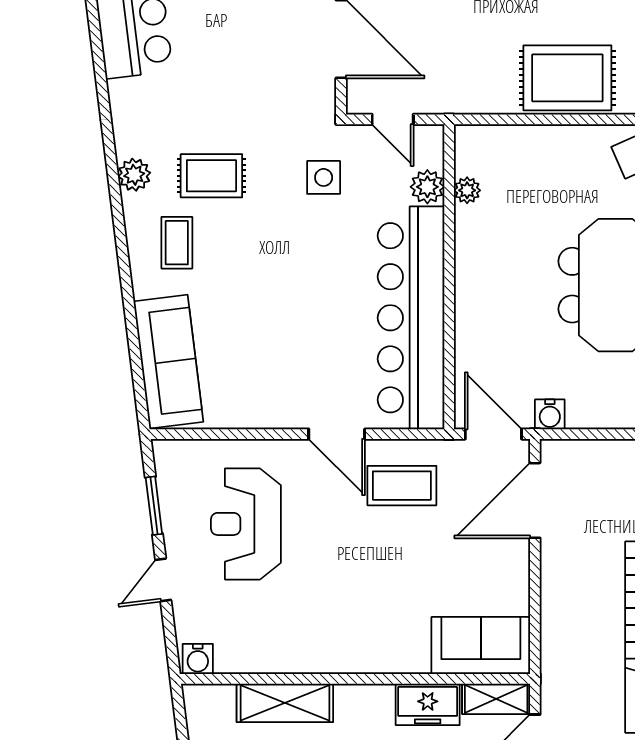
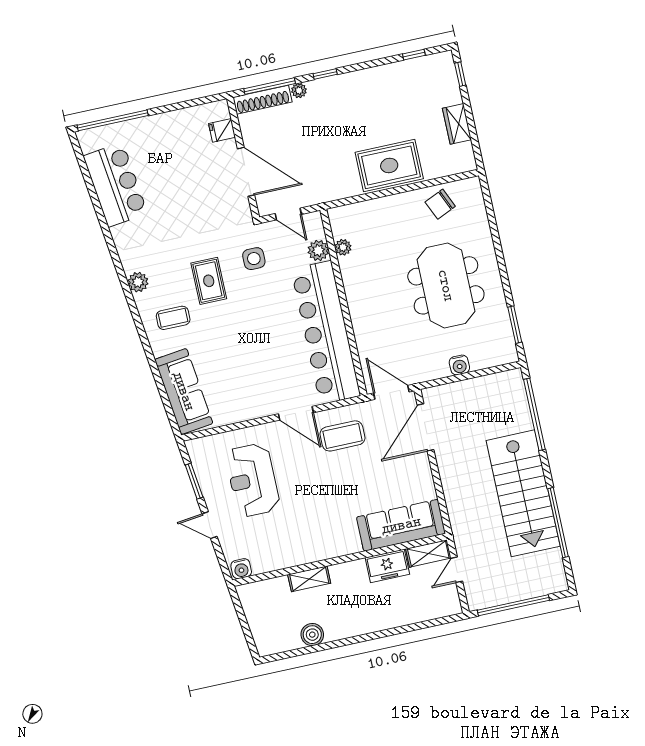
rug: (211, 176) -> (209, 281), moved, turned 90
coffee table: (177, 243) -> (173, 318), turned 90
water cooler: (550, 414) -> (459, 365), moved
door: (163, 580) -> (210, 525), hinge flipped
sofa: (481, 645) -> (401, 525), width x1.36
shelving: (285, 703) -> (309, 579), width x0.67, depth x0.75

